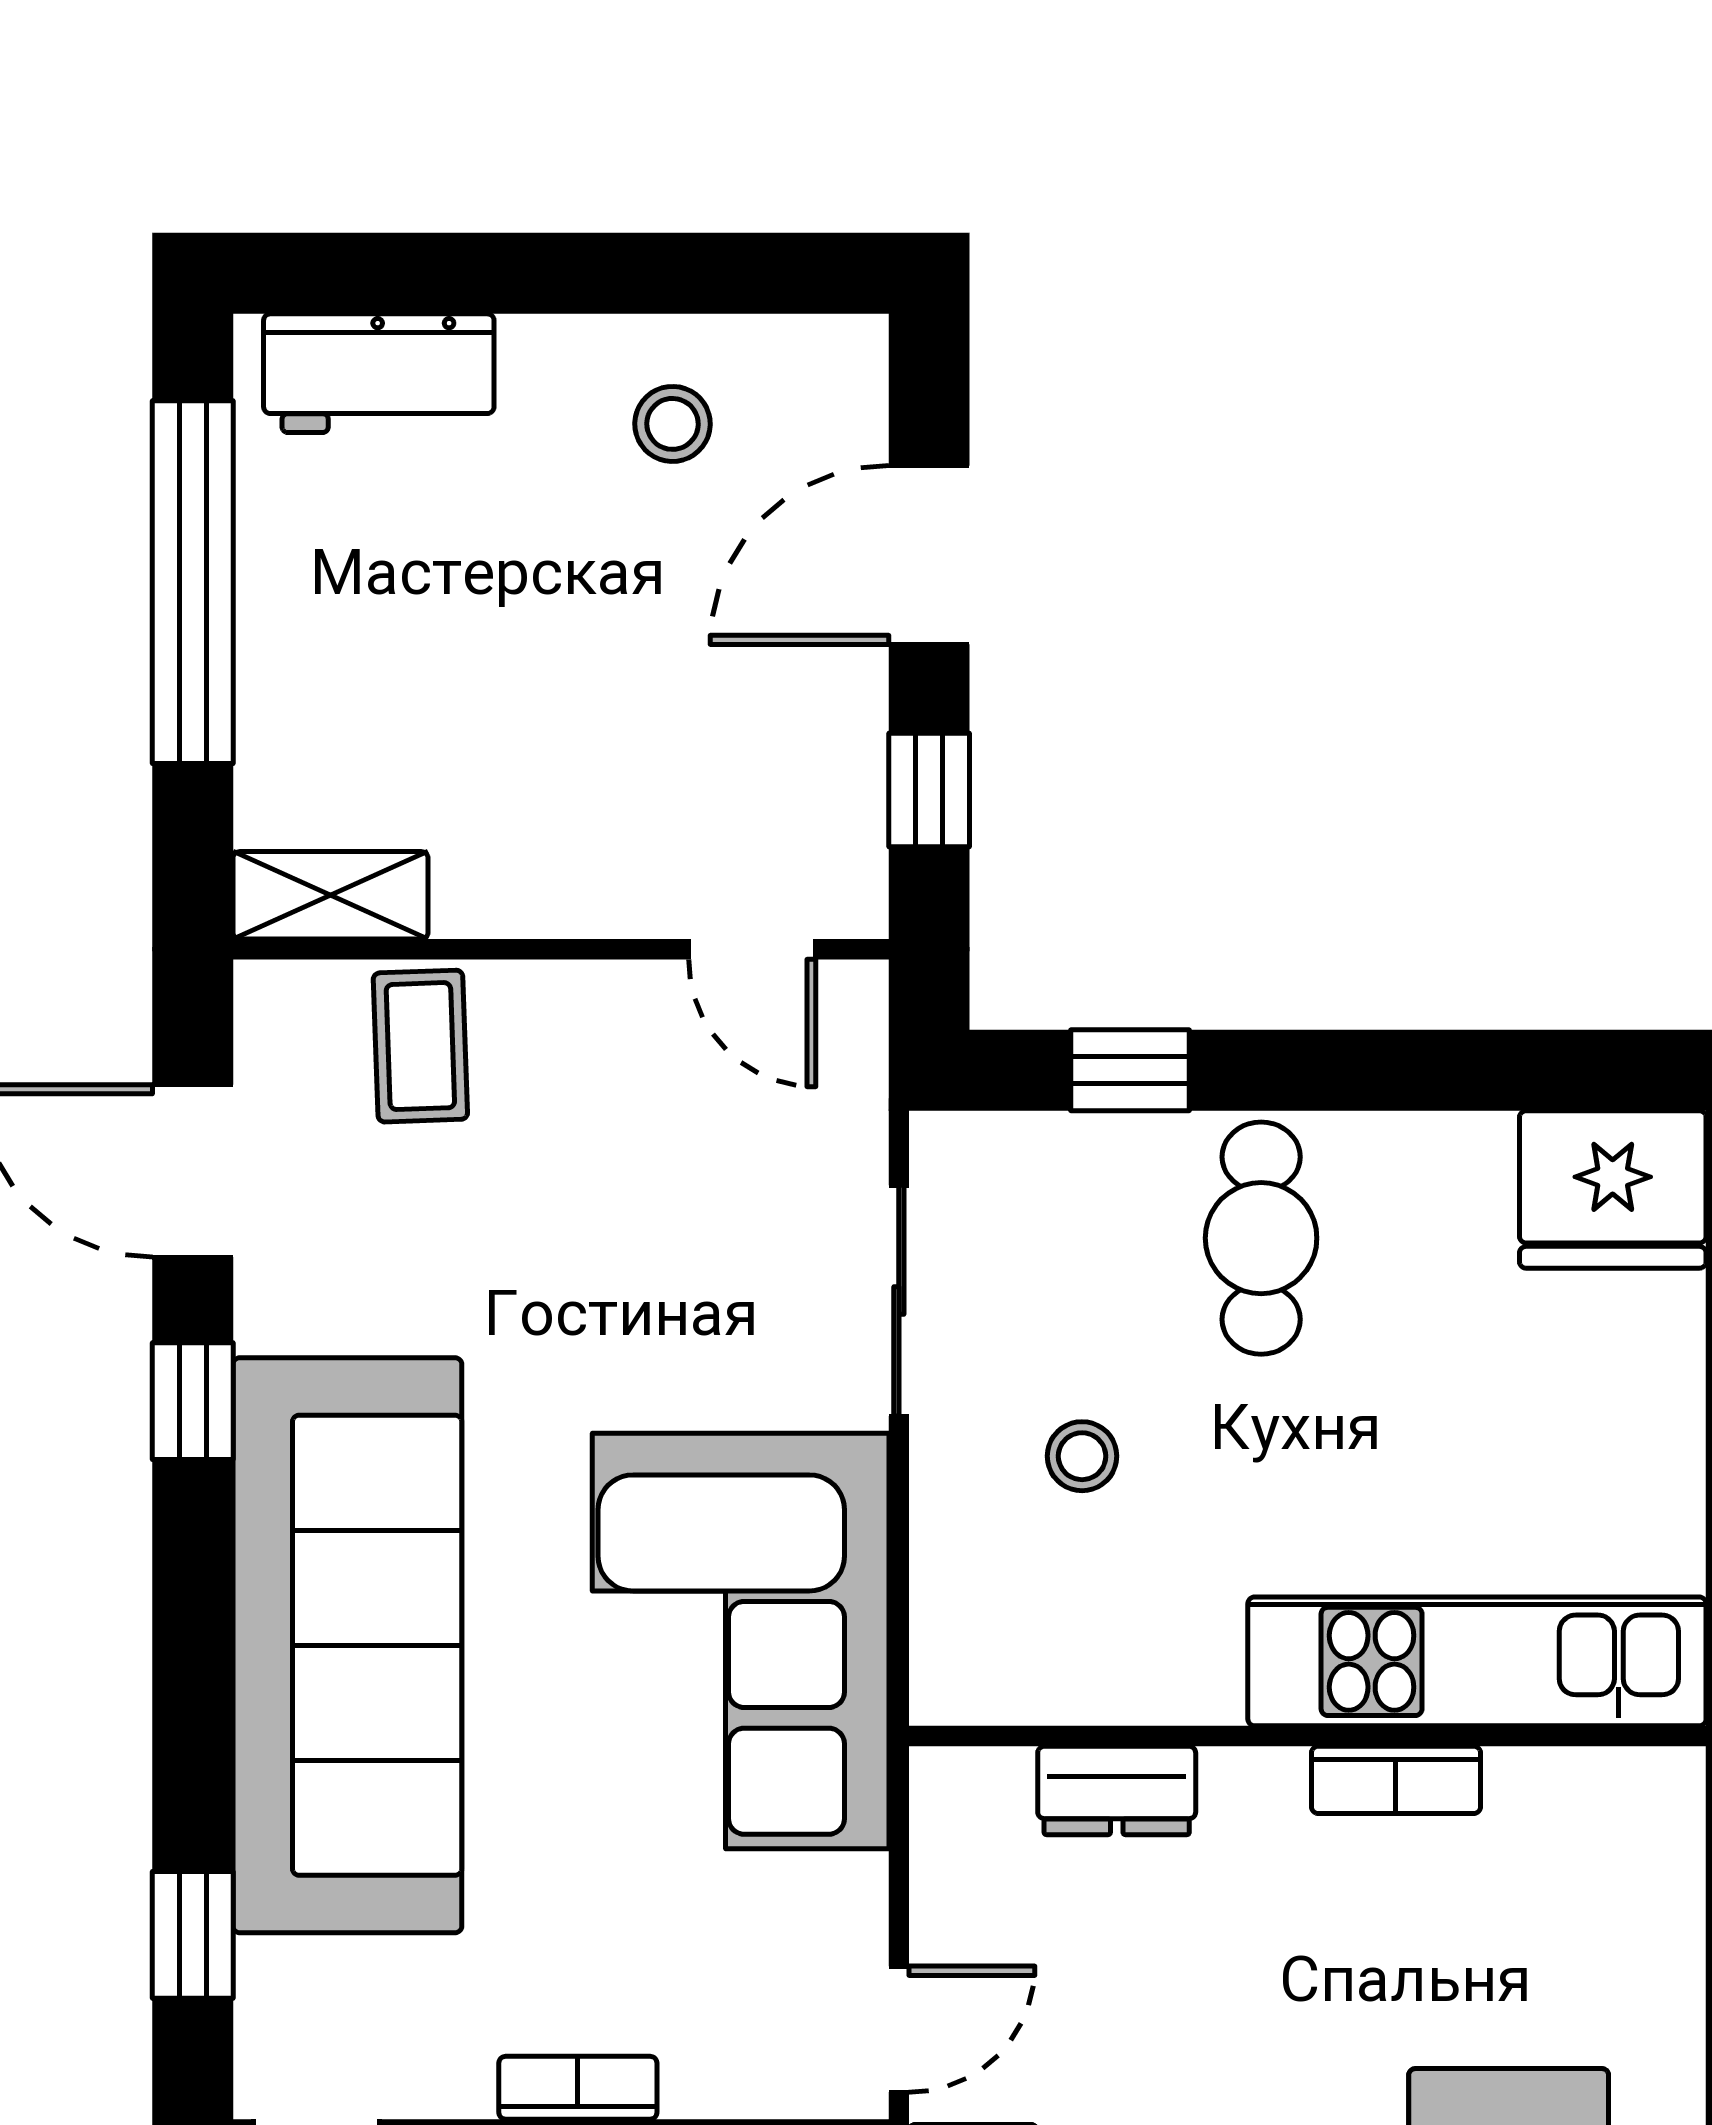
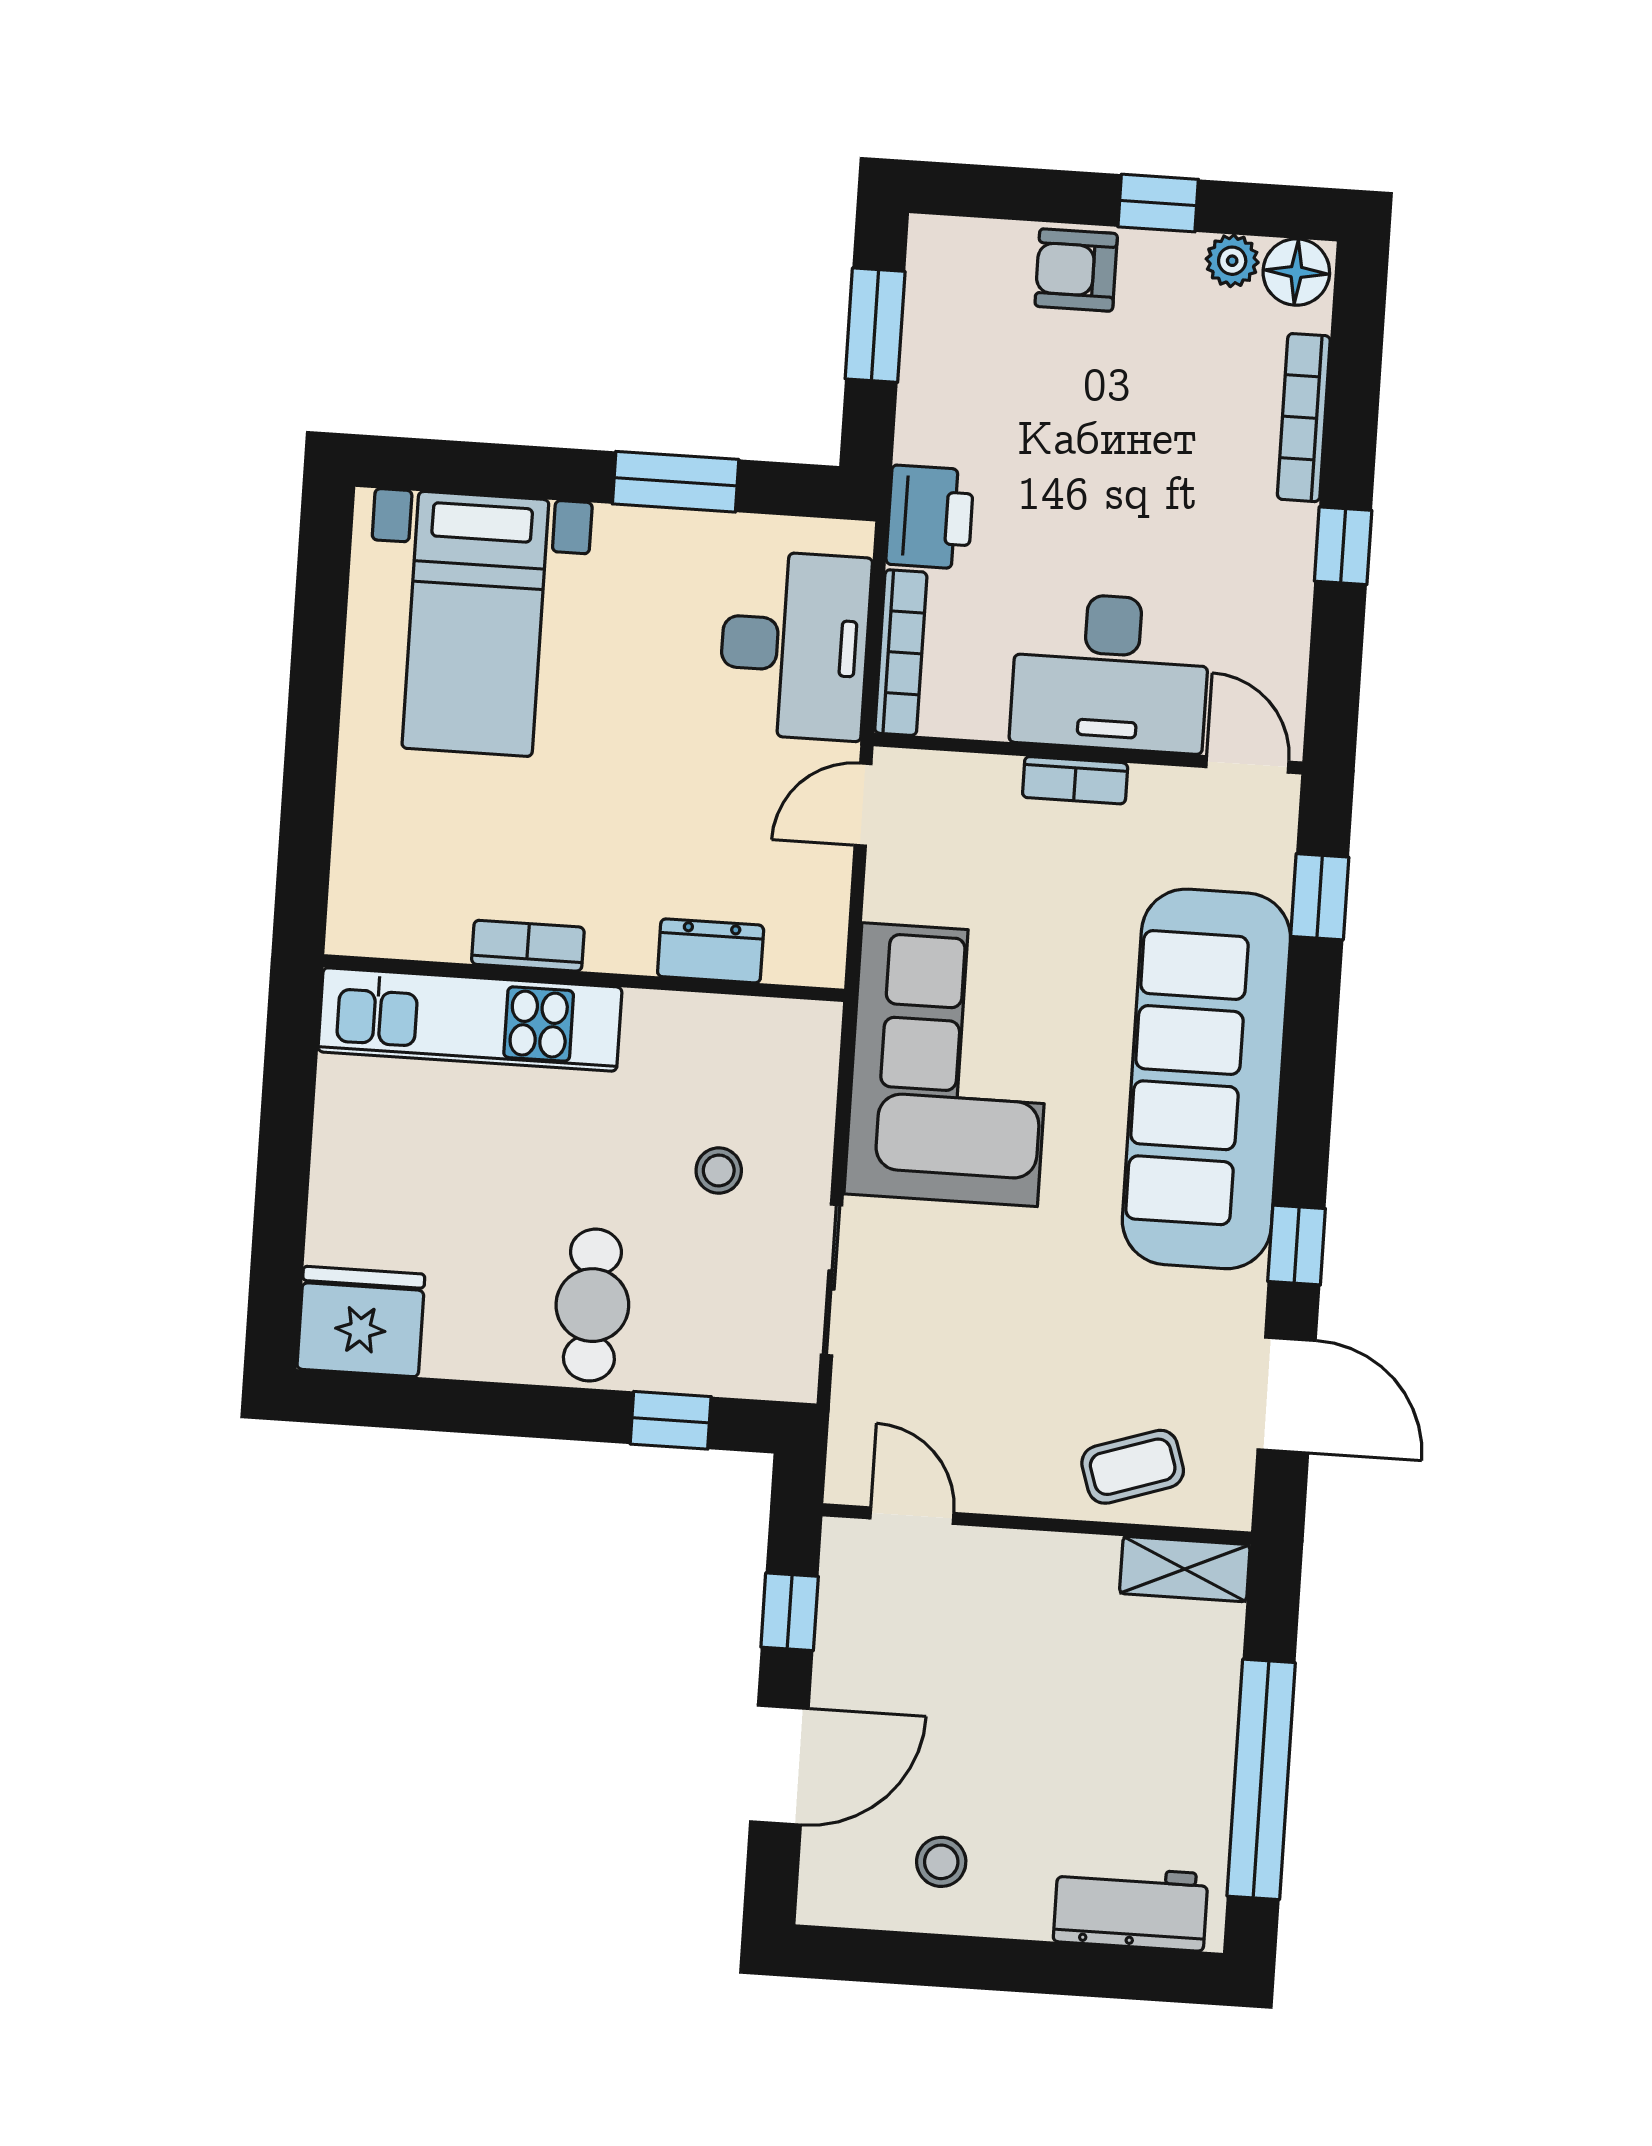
coffee table: (420, 1046) -> (1133, 1467), turned 74

